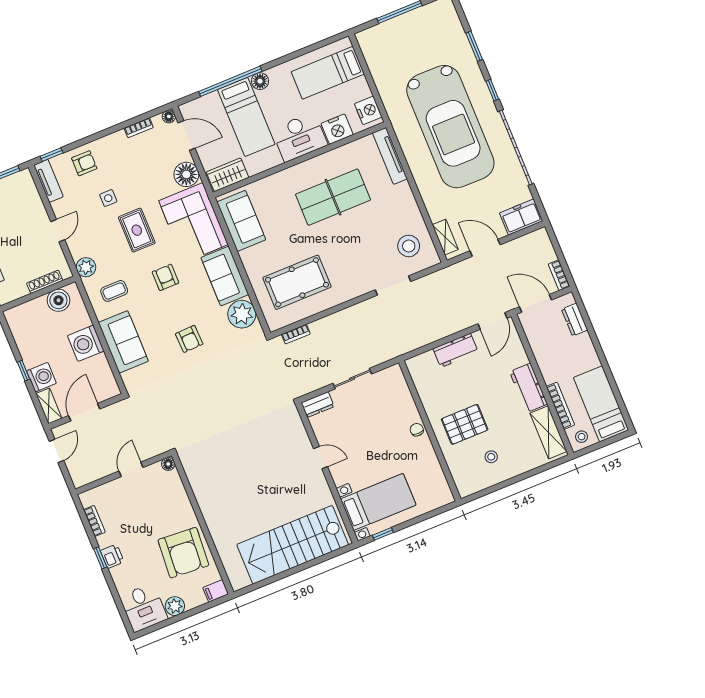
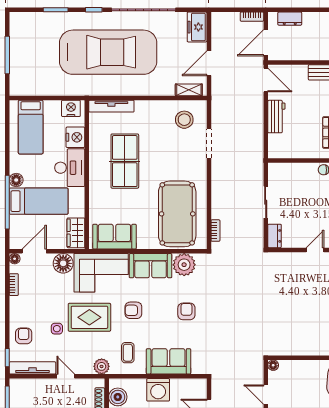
tv unit: (48, 181) -> (32, 368), width x1.41
rug: (137, 230) -> (89, 317), width x1.36, depth x1.43
pool table: (297, 282) -> (177, 214), width x1.36, depth x1.32
armchair: (189, 339) -> (186, 311), turned -88

